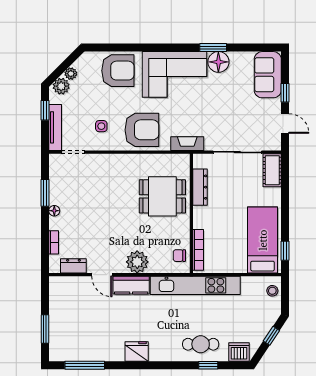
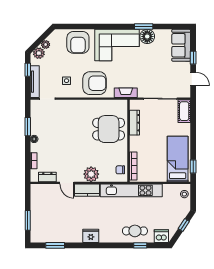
armchair: (118, 71) -> (78, 42), turned 90
window: (85, 365) -> (55, 245), width x0.69

